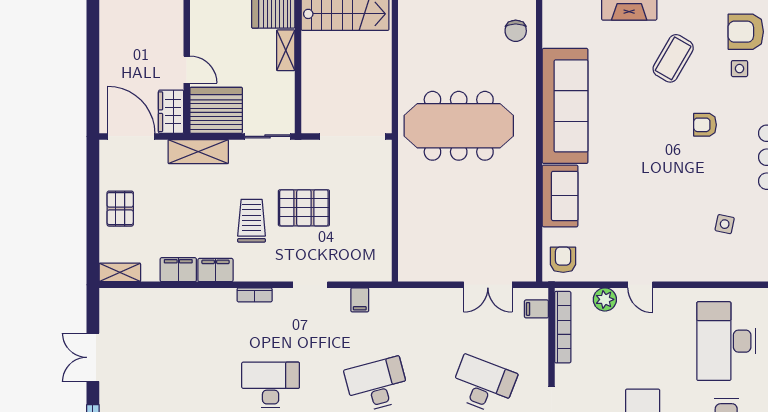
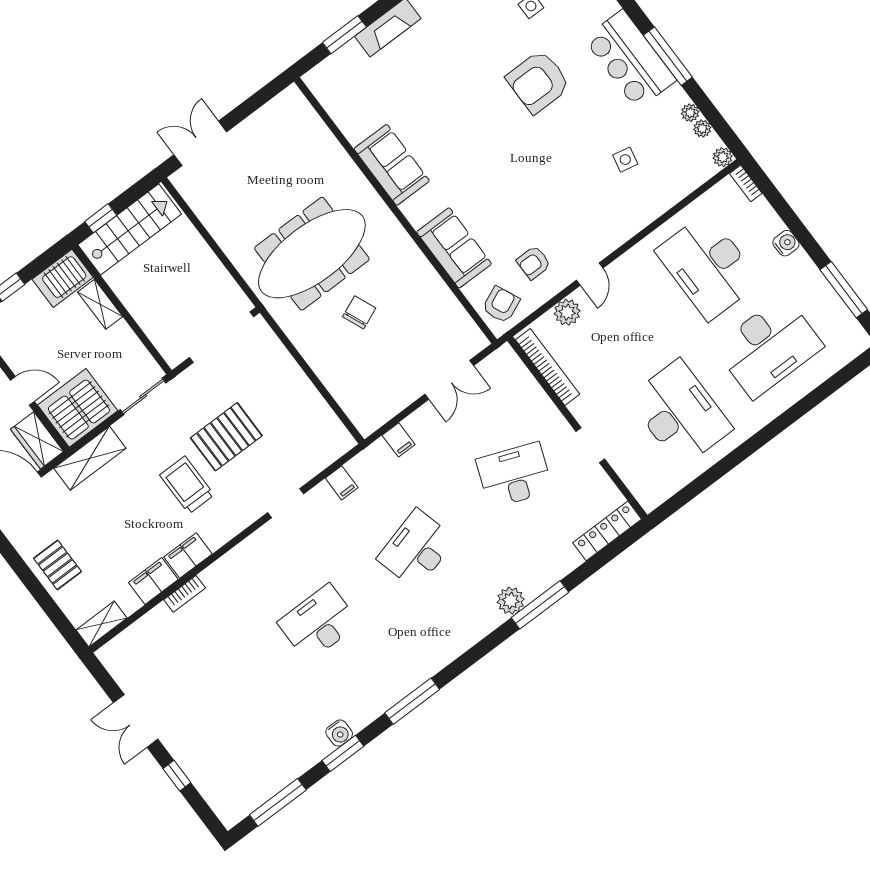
chair: (516, 31) -> (359, 312), moved, turned -113
coffee table: (673, 58) -> (463, 43), removed
sofa: (565, 106) -> (392, 165), width x0.54, depth x0.79
armchair: (705, 125) -> (538, 82), width x1.88, depth x1.88
armchair: (607, 248) -> (534, 263), added
armchair: (563, 260) -> (501, 305), turned 66
door: (640, 285) -> (590, 274), hinge flipped
bookcase: (255, 295) -> (185, 594), moved
filing cabinet: (536, 309) -> (399, 440), moved, turned -90

